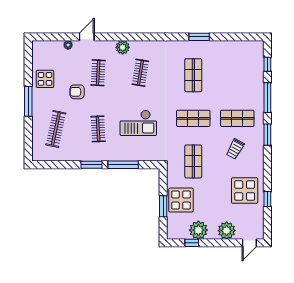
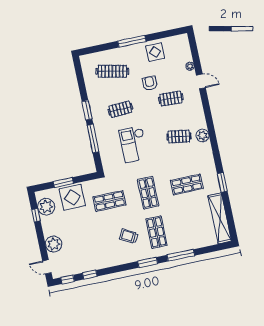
plant: (123, 47) -> (203, 136), moved
shelving: (237, 48) -> (220, 218), added
window: (267, 64) -> (68, 279), moved
display table: (245, 191) -> (93, 253), removed
plant: (198, 230) -> (46, 207), moved

